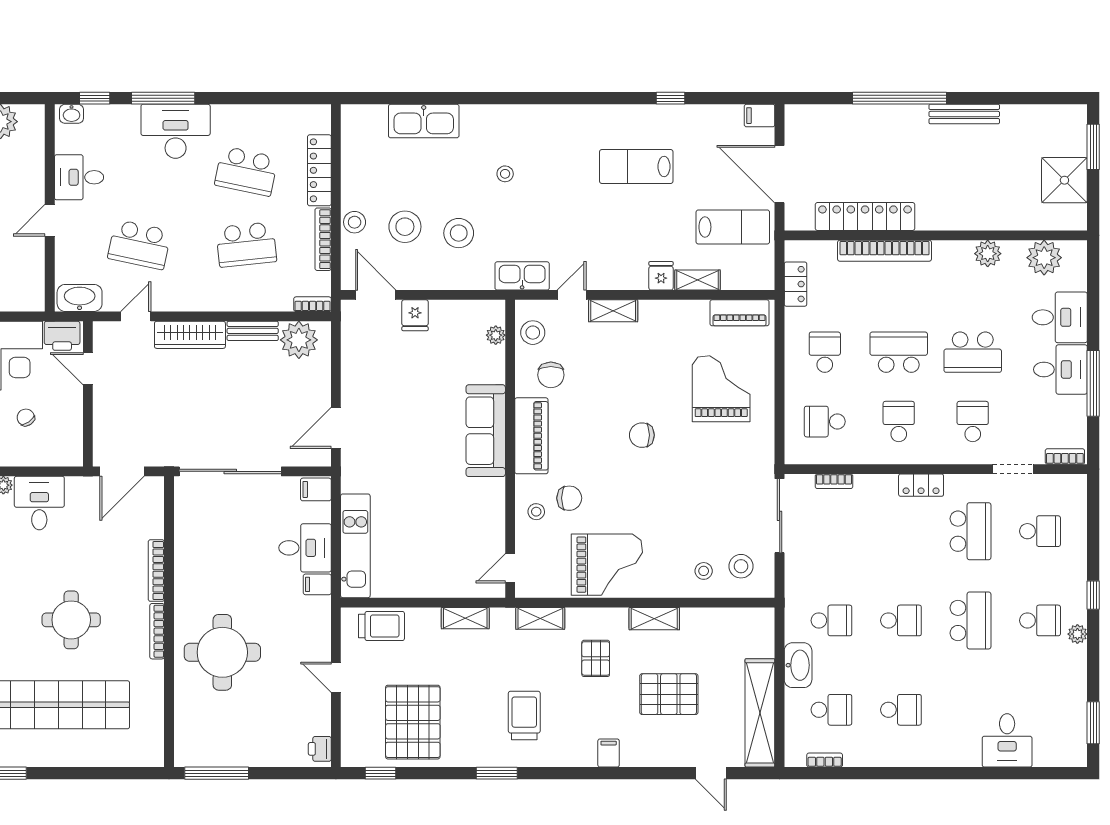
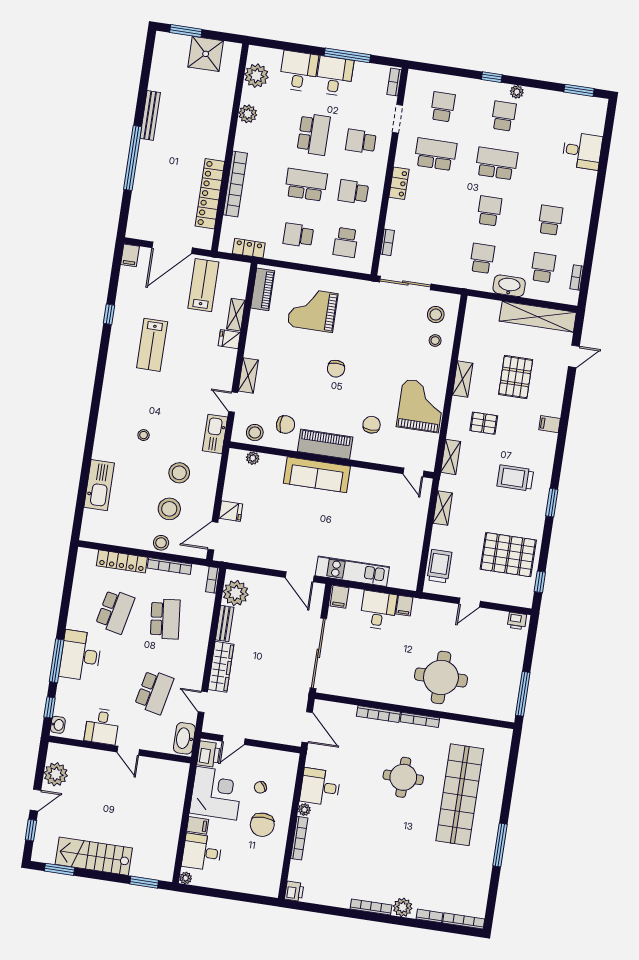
school desk: (899, 352) -> (306, 185), turned 90
stool: (536, 512) -> (377, 449), removed
kitchen unit: (355, 546) -> (352, 571), moved

